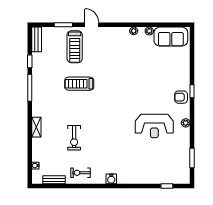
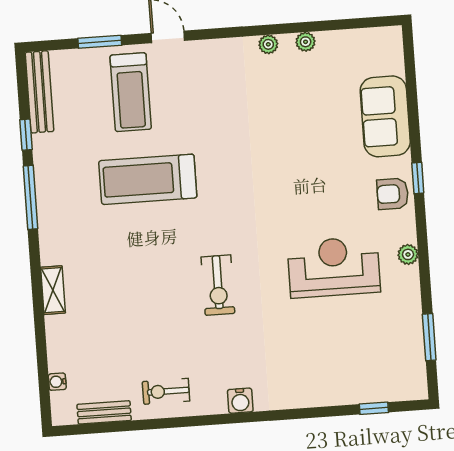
sofa: (171, 37) -> (385, 116), moved, turned 90
bench: (37, 39) -> (39, 92), width x1.36
treadmill: (79, 84) -> (148, 179), width x1.37, depth x1.38
reception desk: (154, 126) -> (334, 267), turned 180
exercise bike: (74, 138) -> (218, 285), moved

